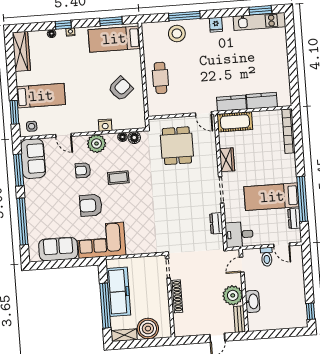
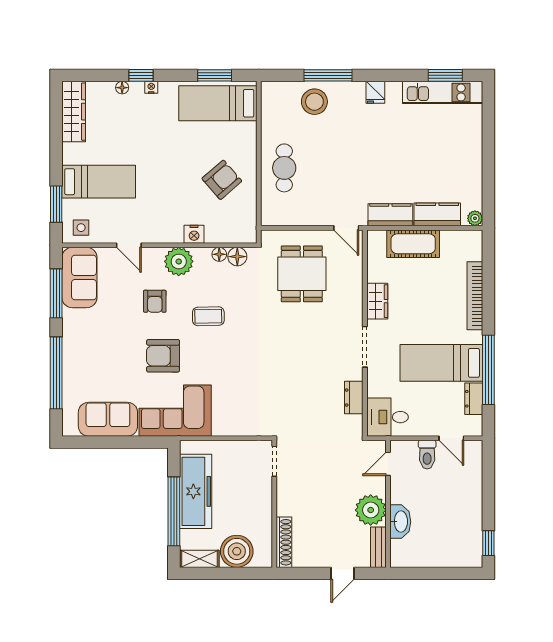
plant: (286, 101) -> (475, 218), added
cot: (235, 122) -> (413, 244), moved
bookcase: (288, 131) -> (475, 296), moved
armchair: (83, 170) -> (155, 301), turned -90
shoe rack: (176, 296) -> (284, 542), moved

